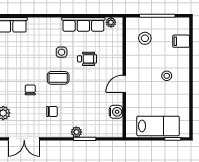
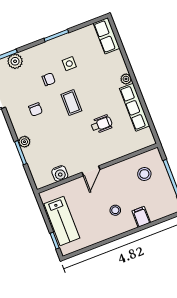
plant: (111, 22) -> (126, 79), moved
filing cabinet: (181, 41) -> (141, 217), moved
side table: (62, 52) -> (69, 64), moved
wheelchair: (87, 59) -> (102, 124), turned -90
door: (124, 84) -> (91, 171), swing flipped

